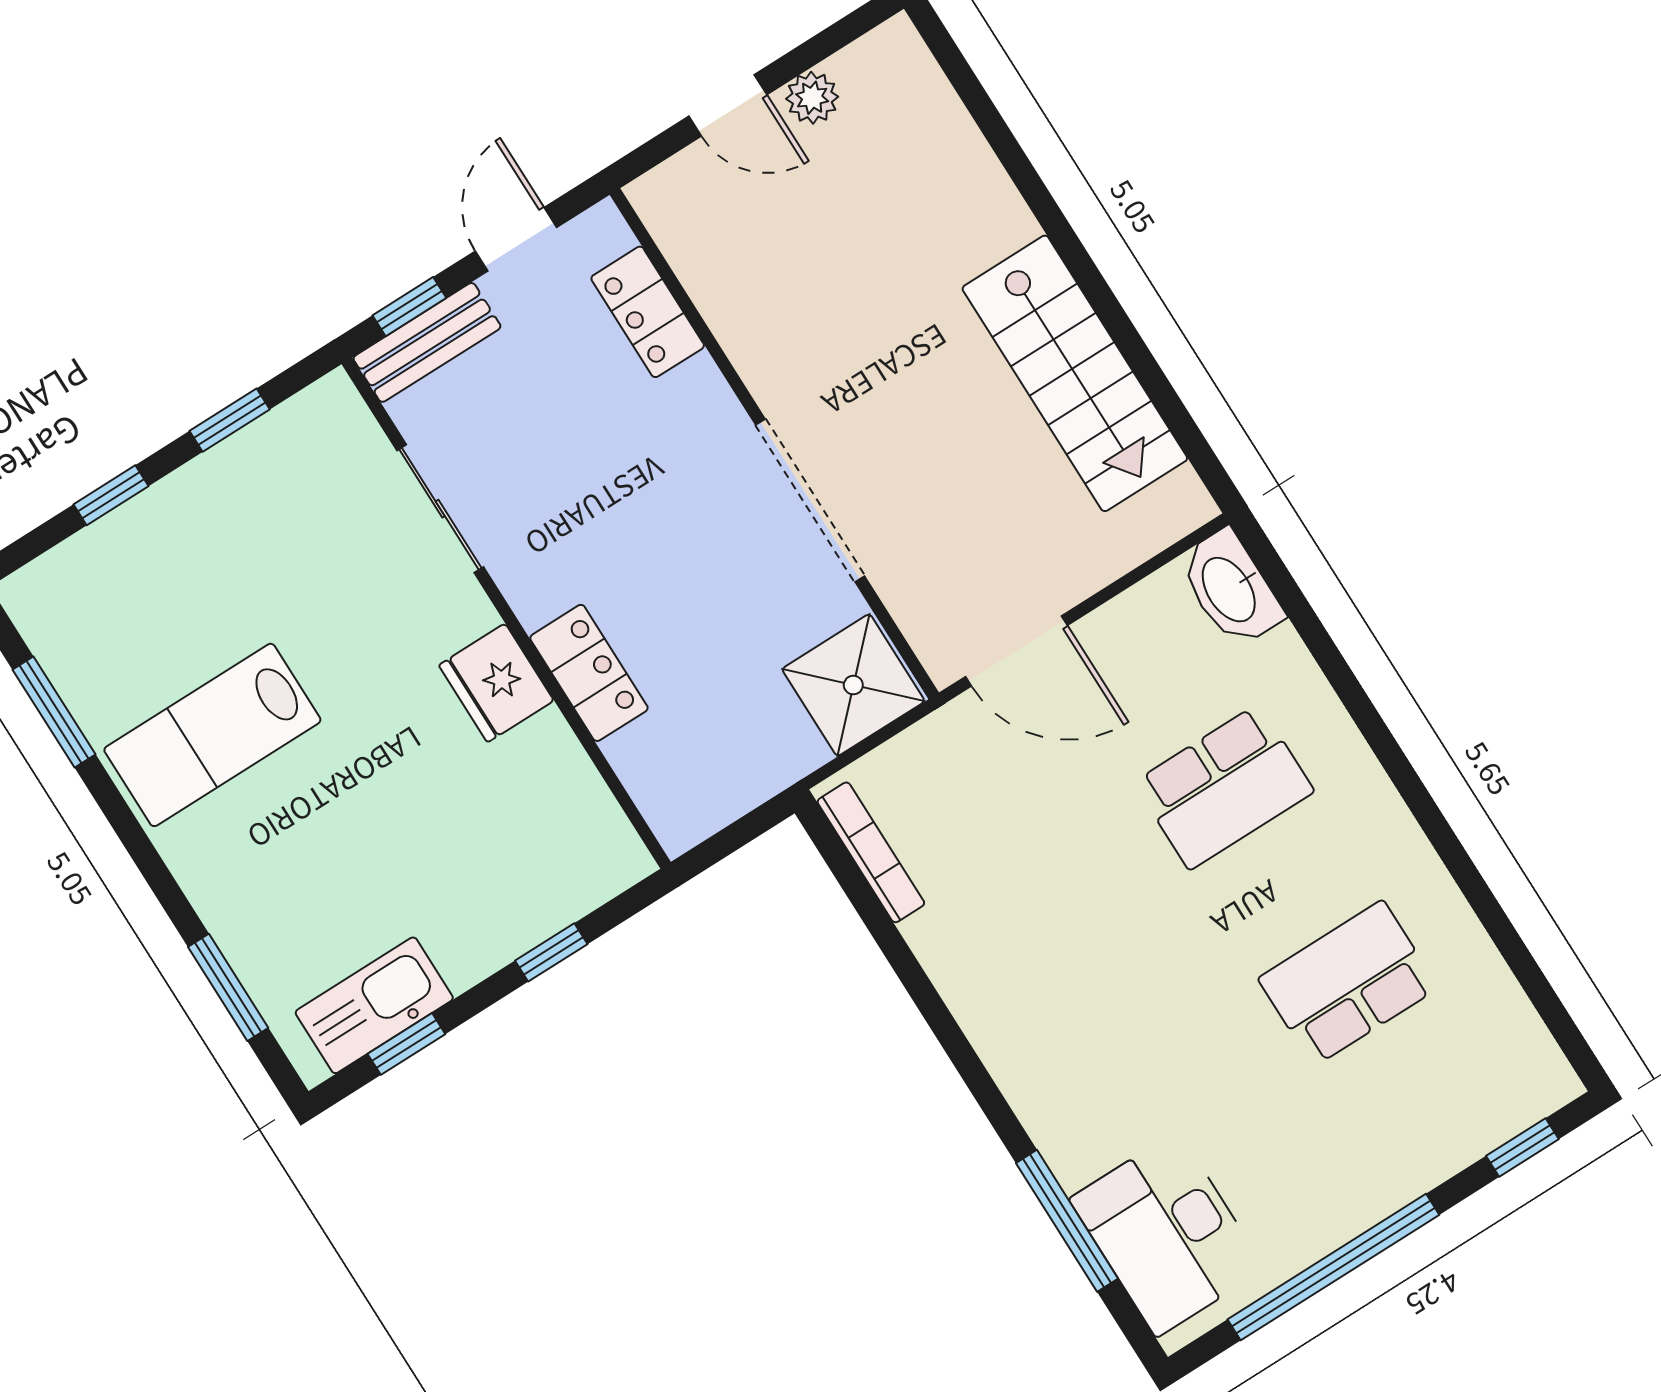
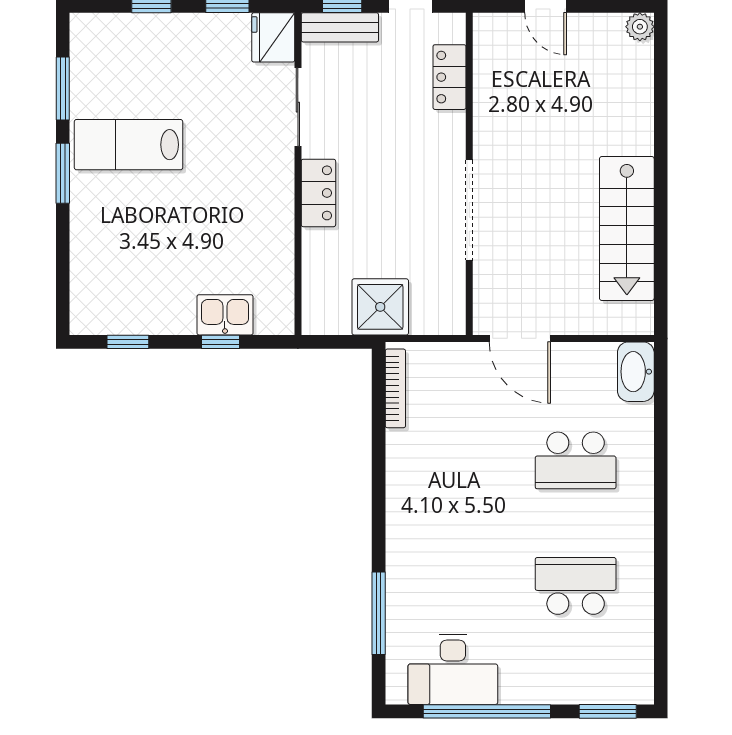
plant: (812, 98) -> (640, 27), moved
locker: (589, 673) -> (318, 193), moved
fridge: (496, 683) -> (273, 37), moved
shower: (853, 685) -> (380, 307), moved
window: (228, 987) -> (63, 173), moved
kitchen sink: (374, 1005) -> (225, 315), moved, width x0.73
window: (1522, 1147) -> (608, 711), width x1.50
desk: (1167, 1234) -> (453, 669), moved, turned -90

